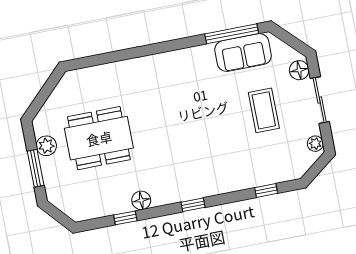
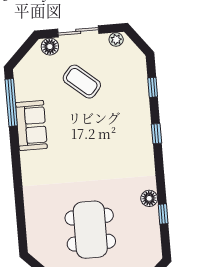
sofa: (243, 53) -> (31, 125), moved
coffee table: (264, 110) -> (82, 82), turned 40
window: (193, 205) -> (156, 134), moved

